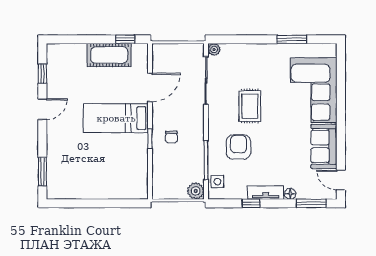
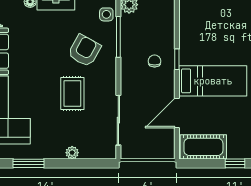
window: (125, 39) -> (235, 163), moved
plant: (214, 49) -> (72, 153), moved
cot: (109, 55) -> (203, 147), moved
armchair: (239, 147) -> (84, 51), turned -151

